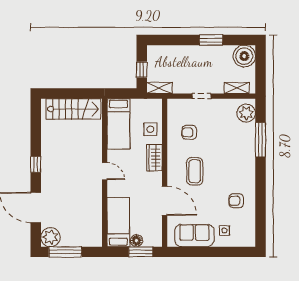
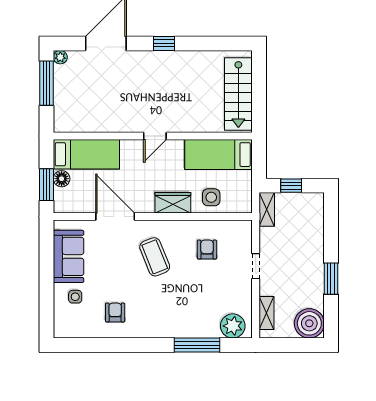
coffee table: (195, 171) -> (155, 257), turned 68
door: (165, 201) -> (115, 216), swing flipped
plant: (50, 237) -> (60, 57), width x0.53, depth x0.53

